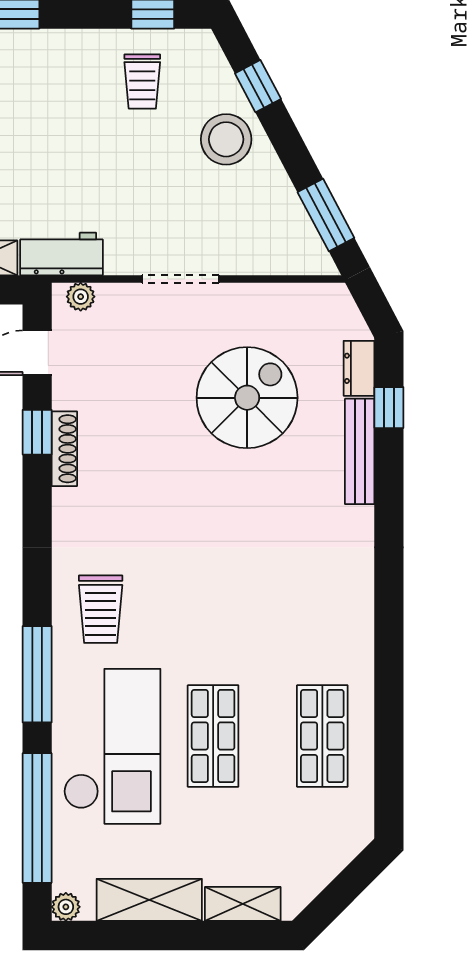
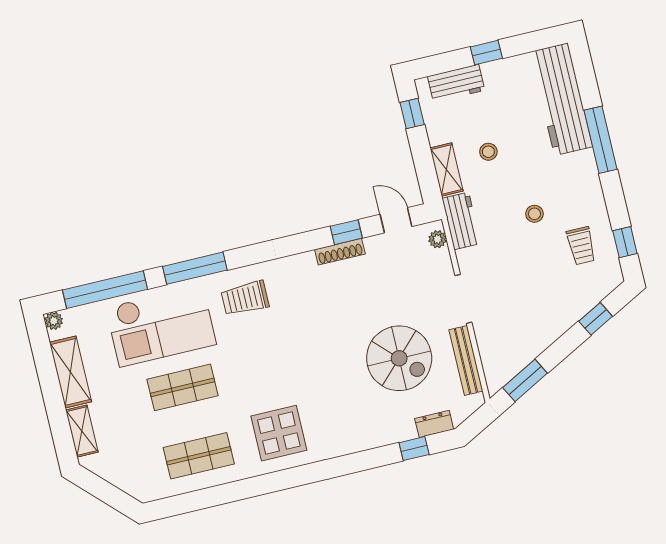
trolley: (142, 82) -> (581, 246), turned -90
stool: (226, 139) -> (534, 214), moved, width x0.53, depth x0.53
bench: (360, 451) -> (466, 360), moved, turned 90
display table: (317, 607) -> (279, 433), added

